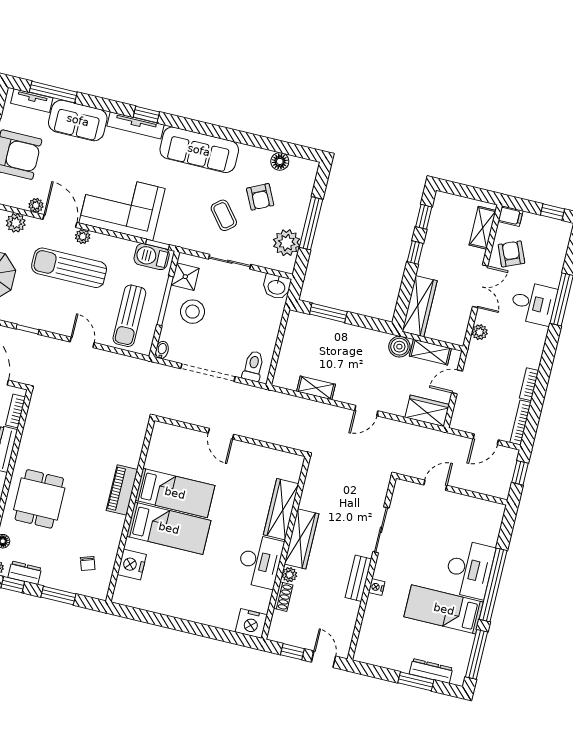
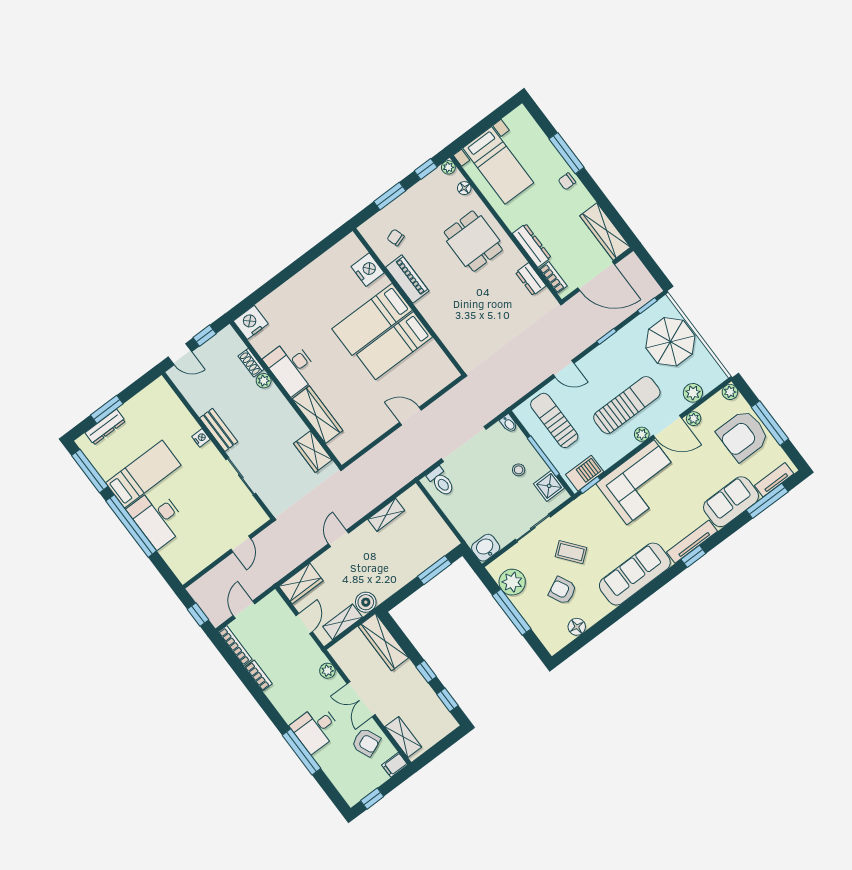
stool: (193, 312) -> (519, 470), width x0.53, depth x0.53
piano: (122, 490) -> (407, 279), moved
wardrobe: (302, 539) -> (313, 452), moved, width x0.67
dresser: (25, 573) -> (531, 279), moved, turned 90

